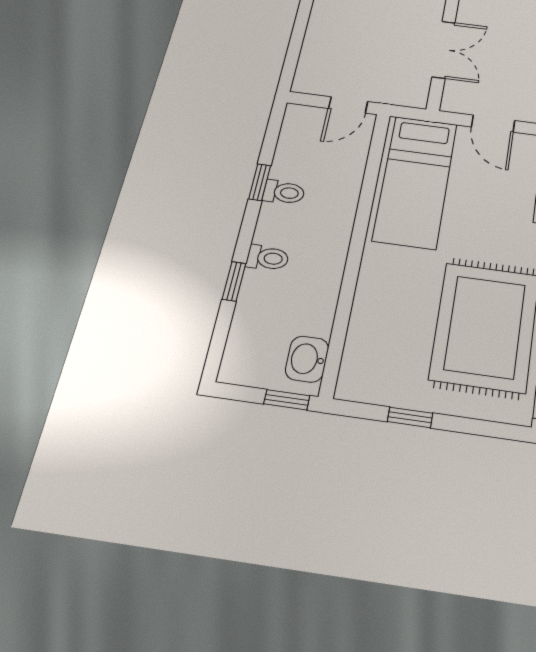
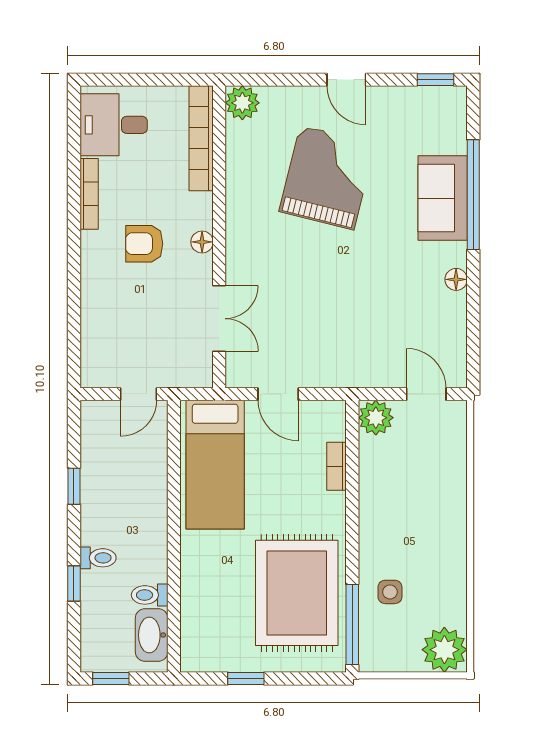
toilet: (284, 192) -> (150, 595), moved, turned 180
washbasin: (307, 359) -> (152, 635), width x1.38
window: (287, 400) -> (111, 678), moved

